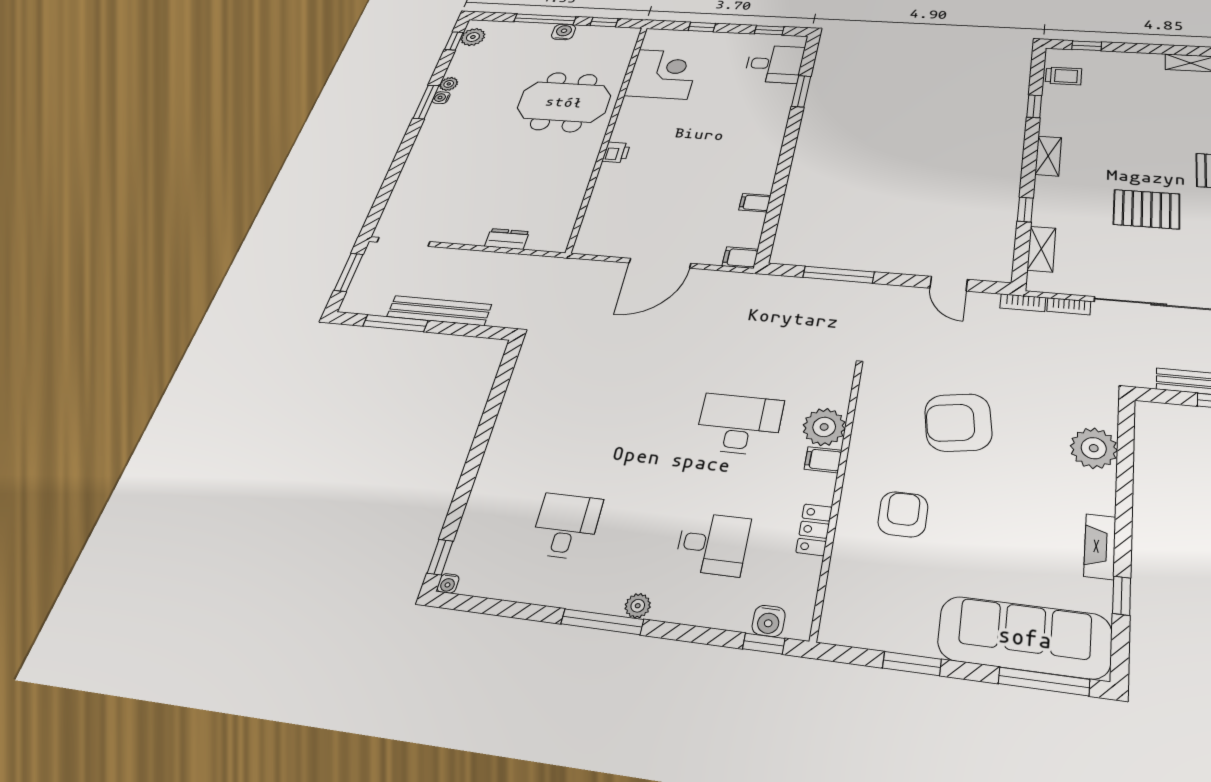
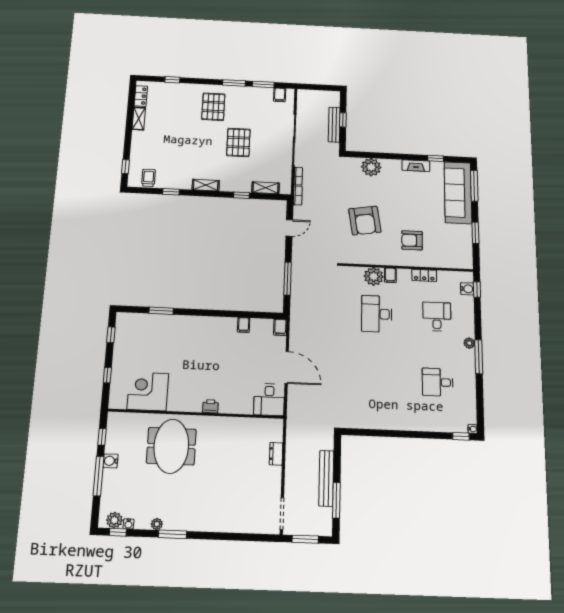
desk: (774, 64) -> (269, 400), moved, turned 180
water cooler: (441, 98) -> (128, 524), moved

